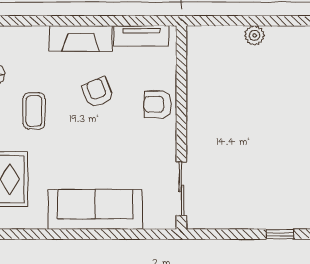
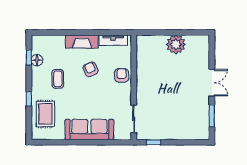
plant: (255, 35) -> (176, 44), width x1.88, depth x1.88
armchair: (158, 104) -> (122, 75), turned 90
window: (280, 234) -> (153, 142), moved

